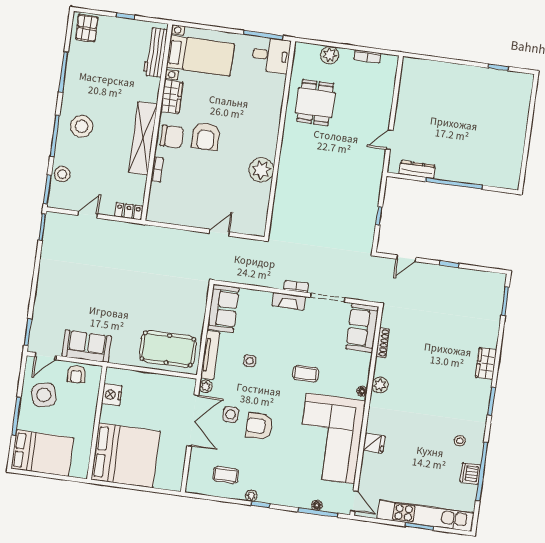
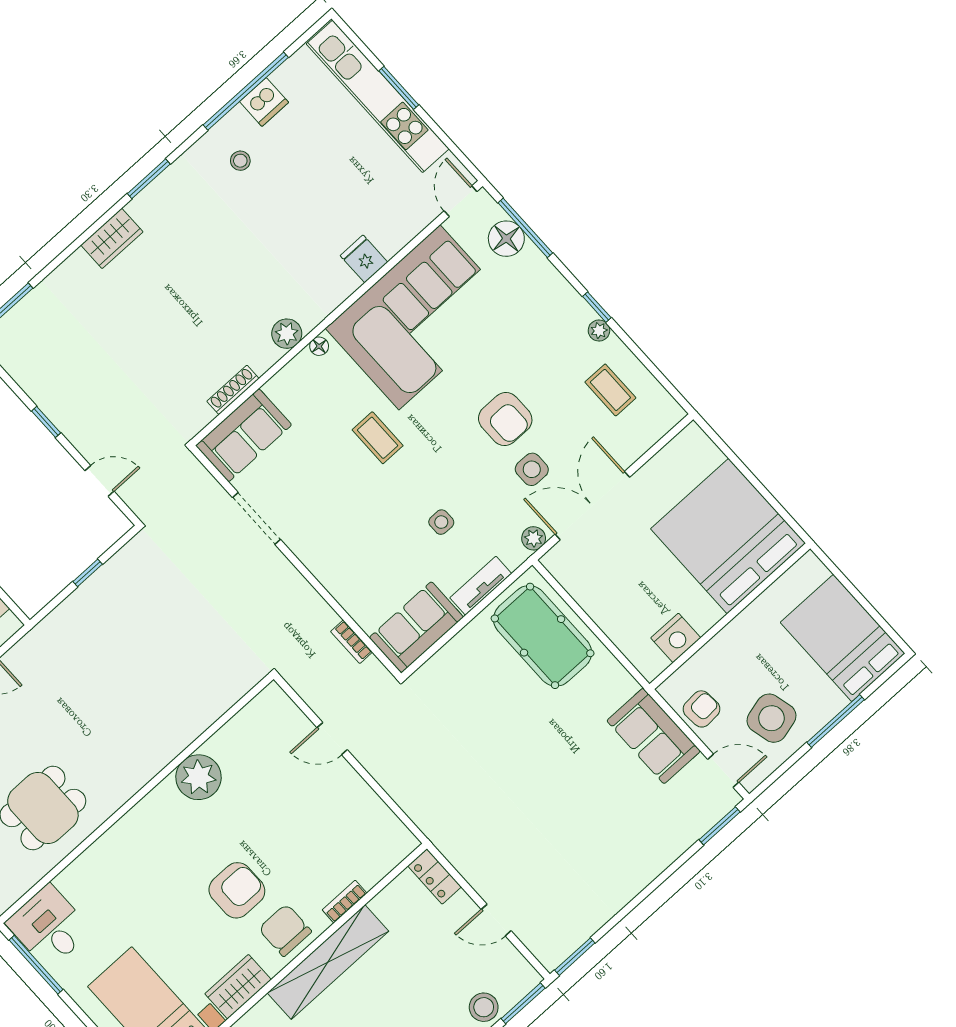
bookcase: (296, 287) -> (352, 642), moved
fireplace: (289, 301) -> (316, 560), removed
tv unit: (210, 355) -> (481, 586), width x0.71
floor lamp: (317, 505) -> (506, 239), width x1.89, depth x1.89

